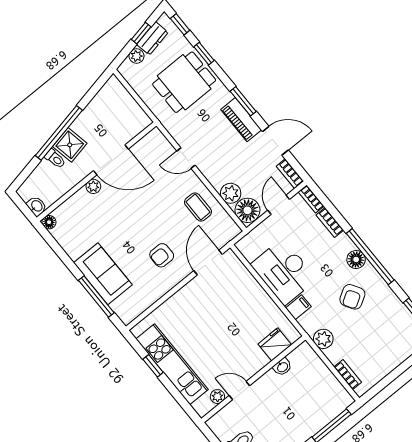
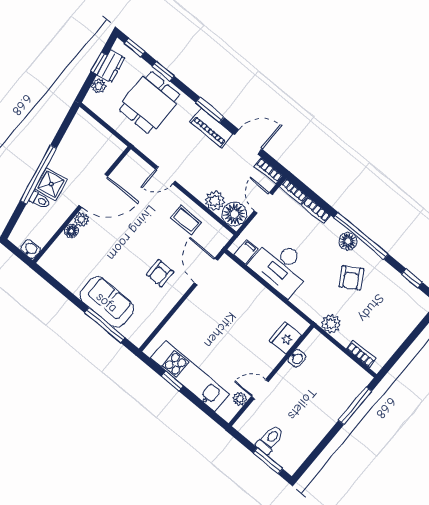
floor lamp: (49, 222) -> (71, 231), moved
filing cabinet: (298, 307) -> (246, 252), moved

